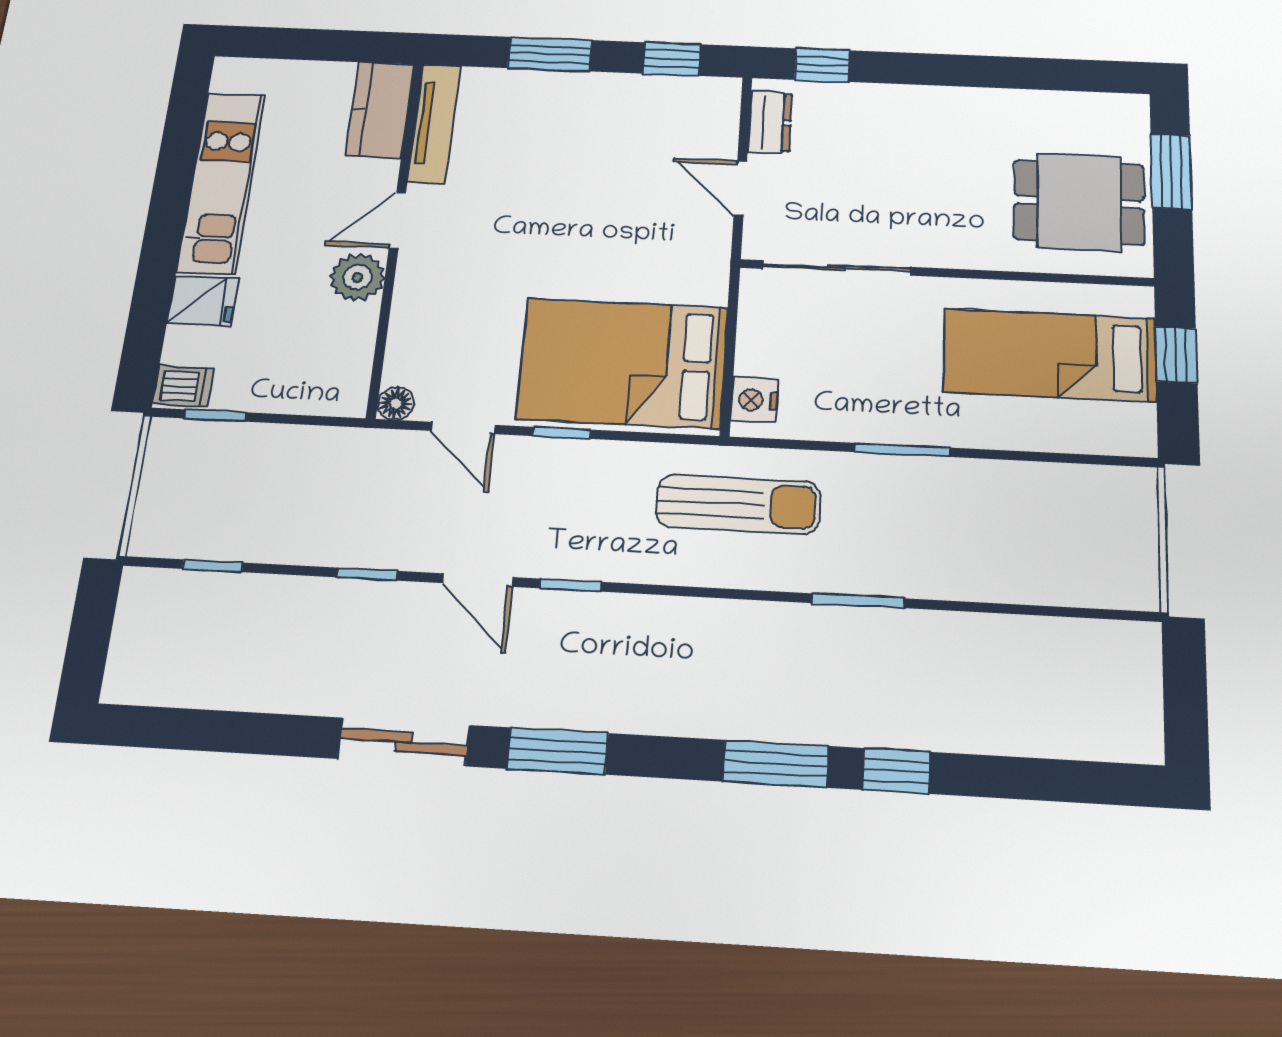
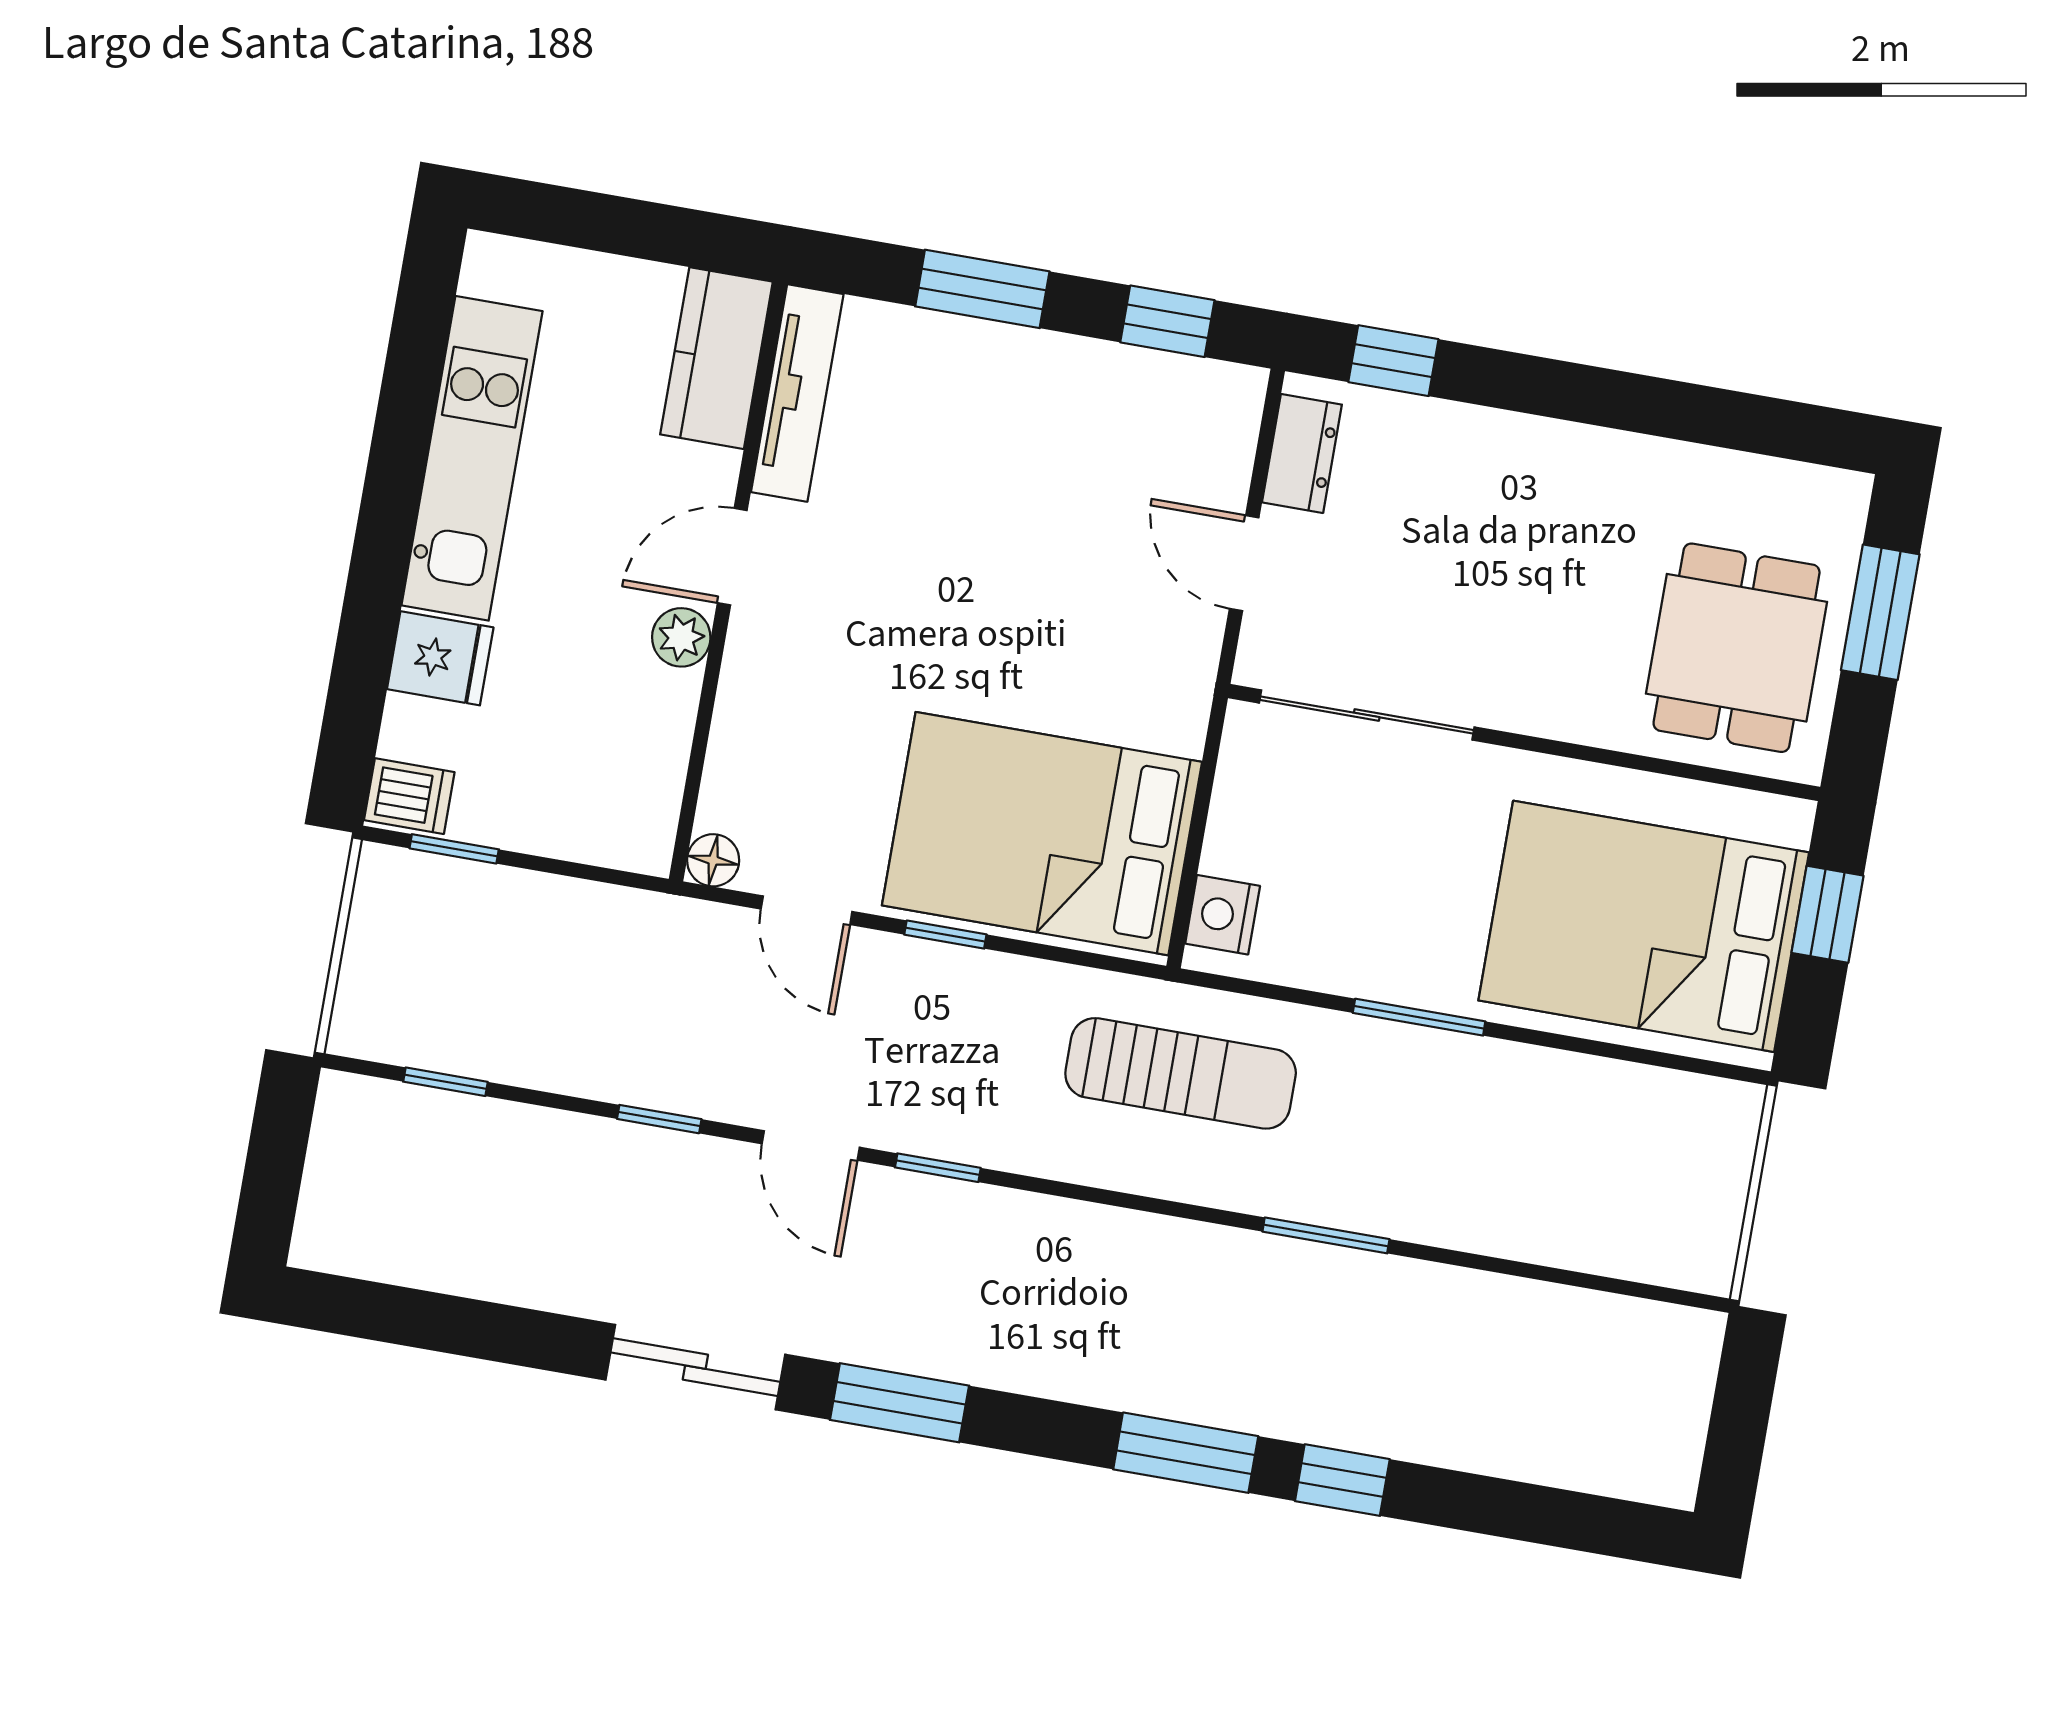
dining table: (1079, 202) -> (1737, 648), turned 90
plant: (358, 277) -> (681, 637), width x0.73, depth x0.73
bed: (1050, 355) -> (1644, 926), width x1.50

